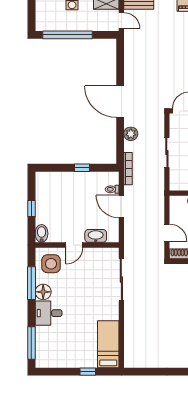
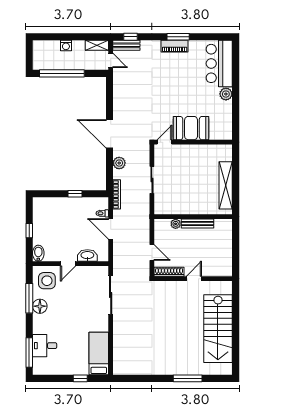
desk: (49, 313) -> (45, 346), moved

